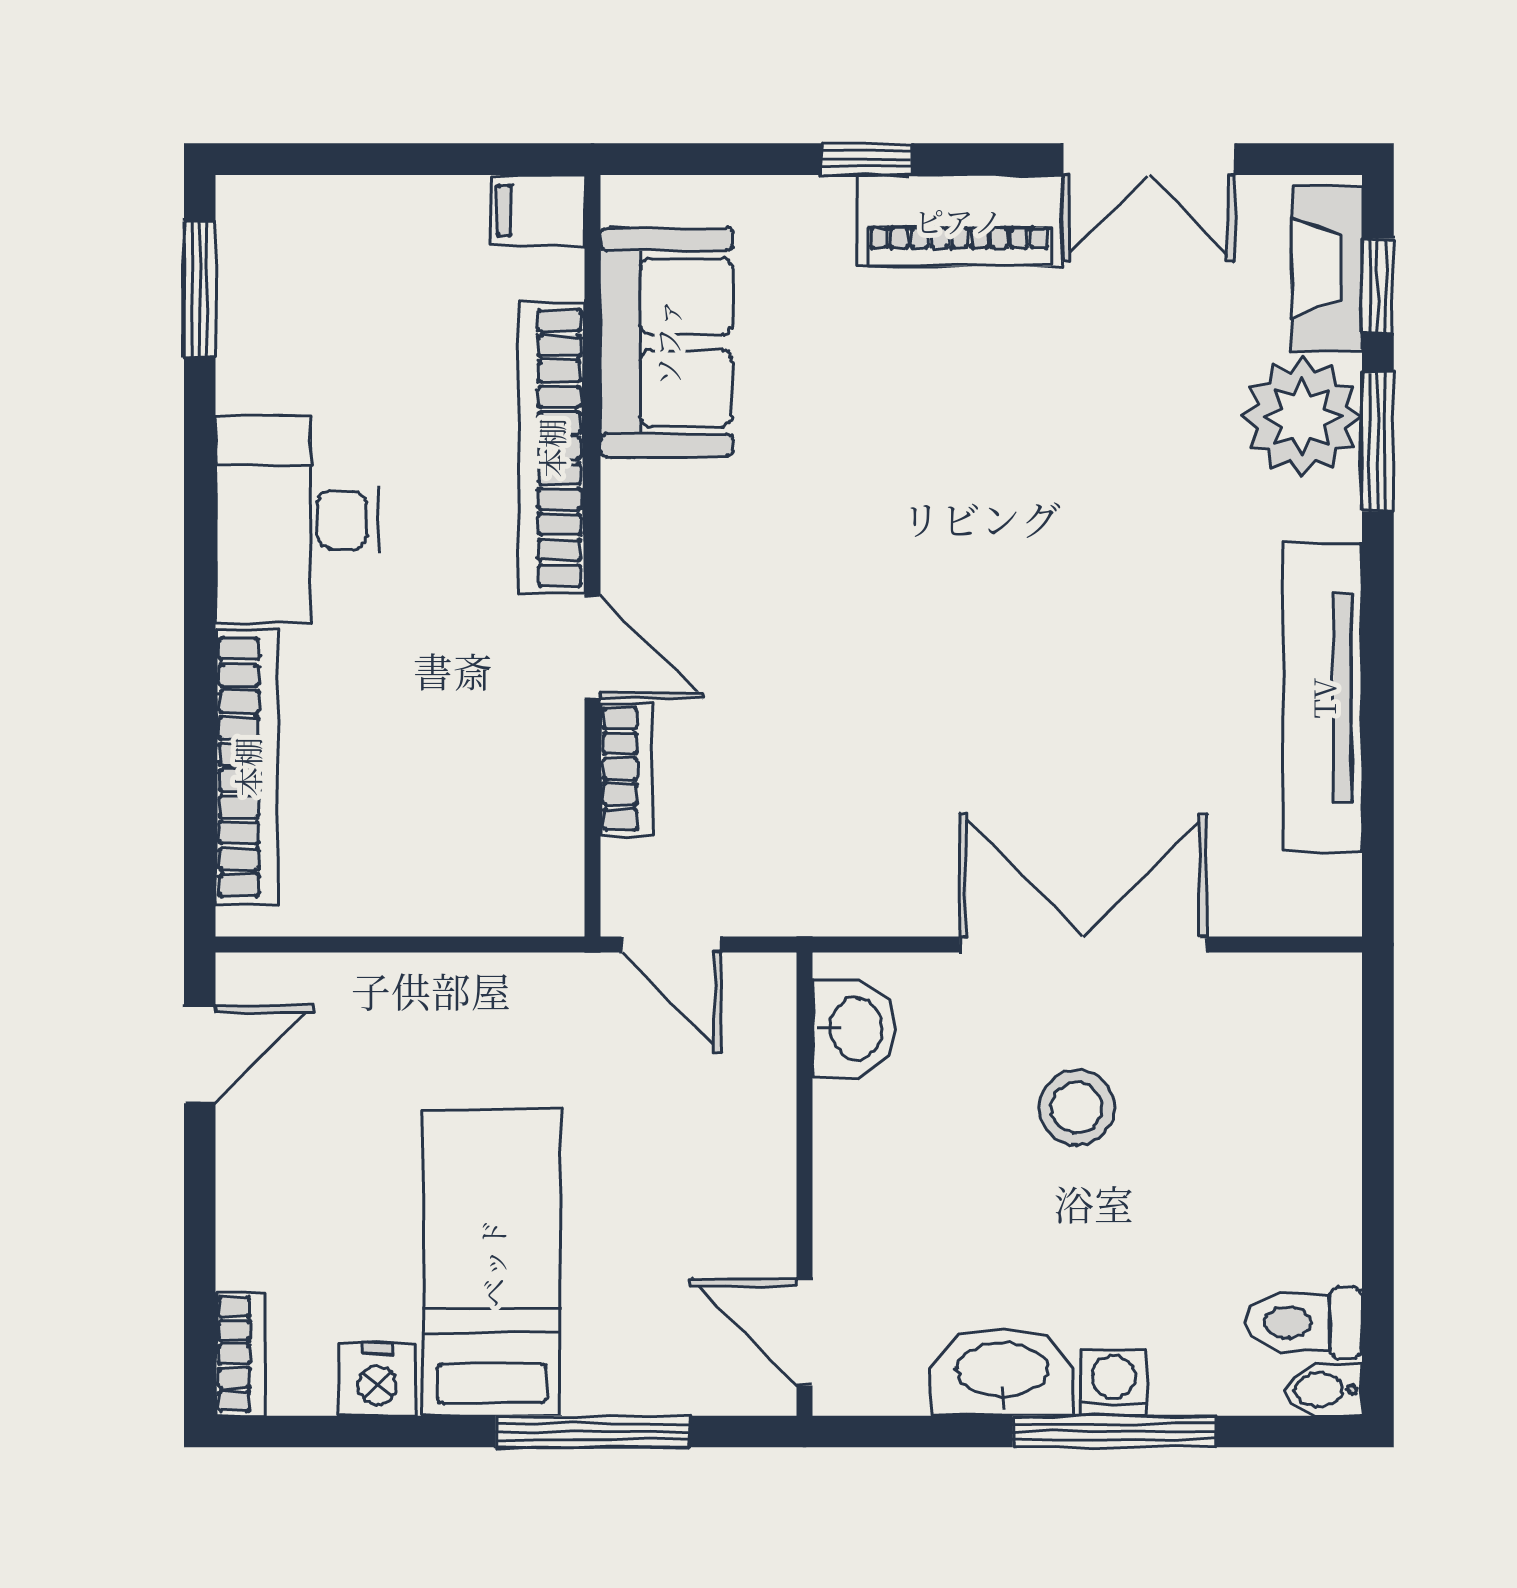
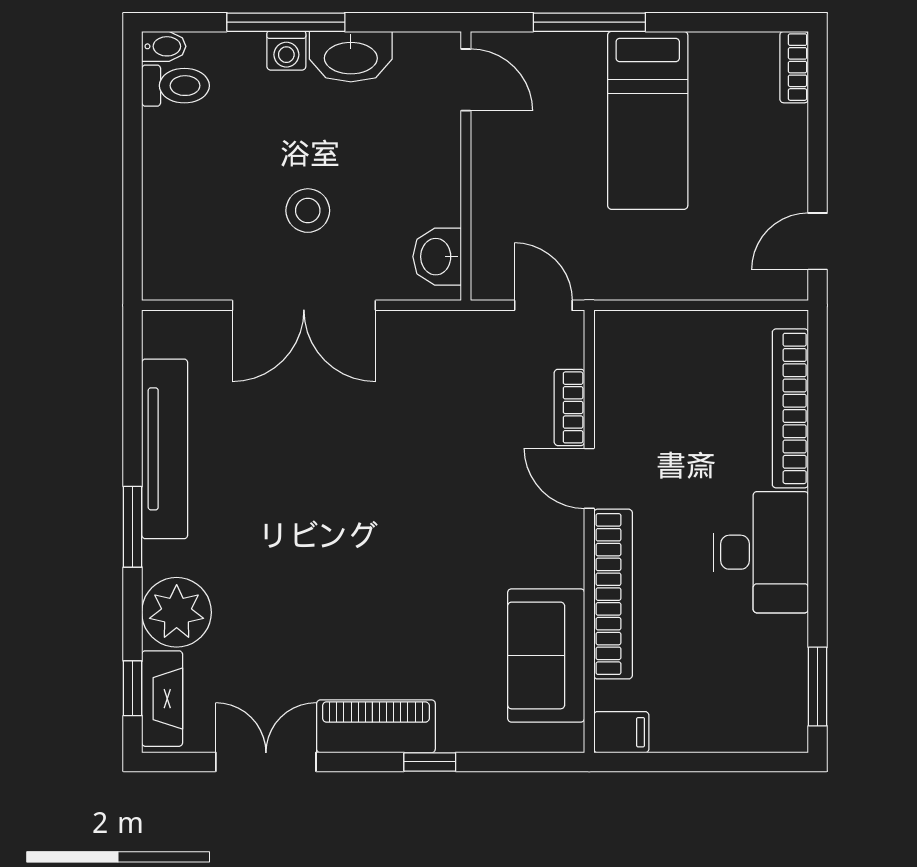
window: (1378, 442) -> (133, 527), moved
nightstand: (377, 1380) -> (714, 52), removed

